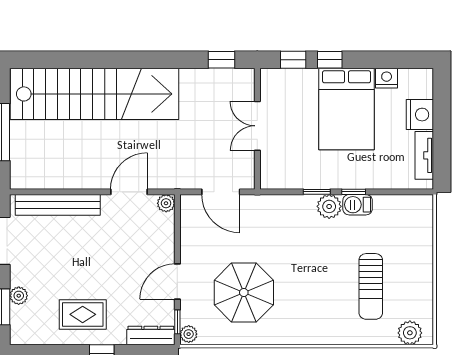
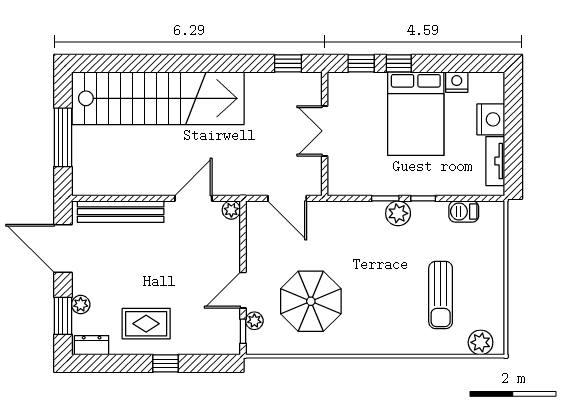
barbecue: (358, 205) -> (464, 211), moved
plant: (189, 334) -> (254, 321), moved
dresser: (151, 335) -> (92, 345), moved, width x0.70

